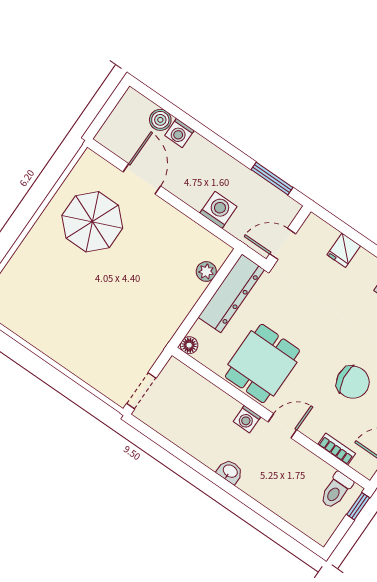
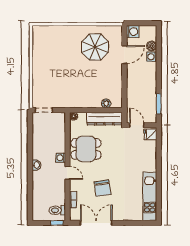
washing machine: (218, 210) -> (133, 32), moved
fridge: (344, 250) -> (150, 134), moved

